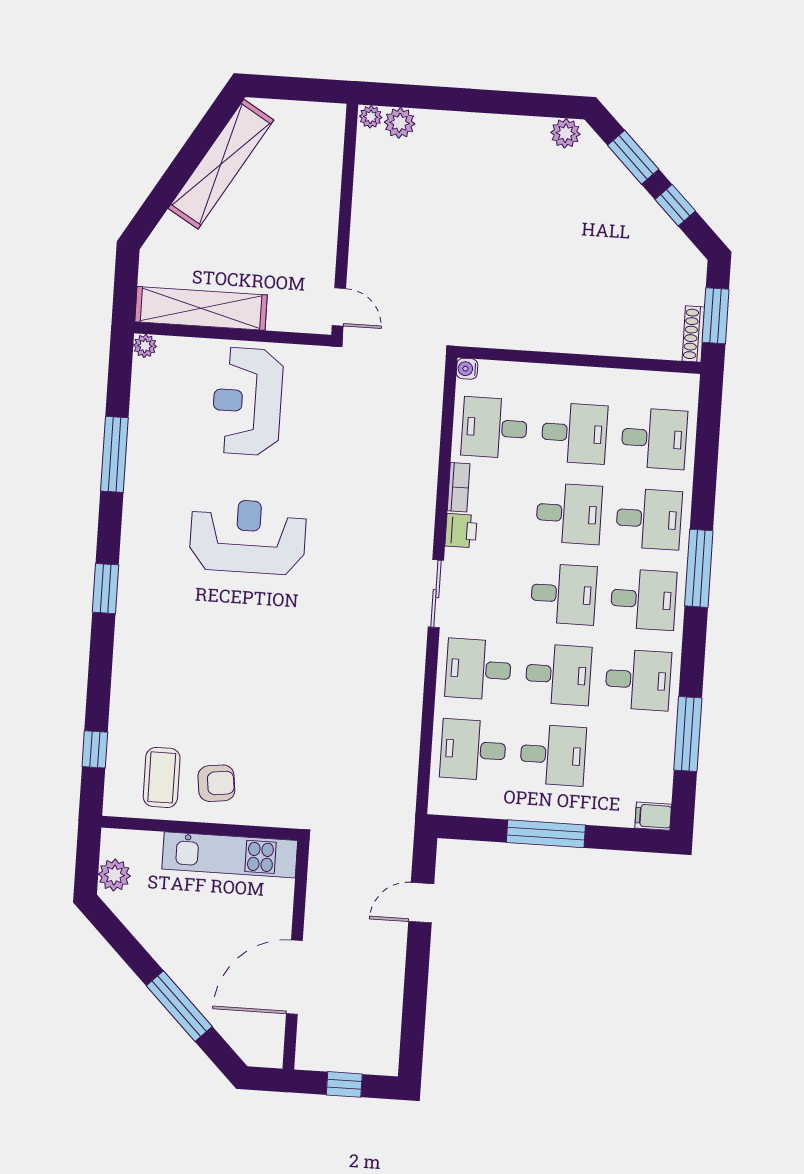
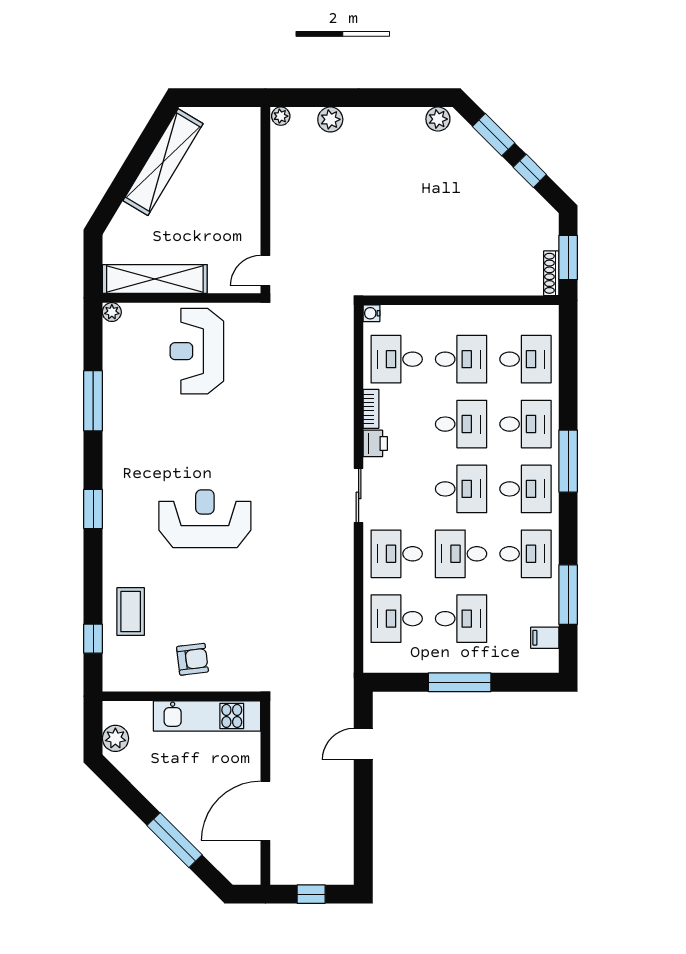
plant: (400, 123) -> (330, 119), moved
door: (339, 307) -> (265, 270), swing flipped
reception desk: (248, 537) -> (205, 519), moved
desk: (558, 675) -> (461, 554), turned 180
coffee table: (162, 777) -> (131, 612), moved
filing cabinet: (653, 816) -> (545, 638), moved

